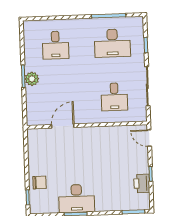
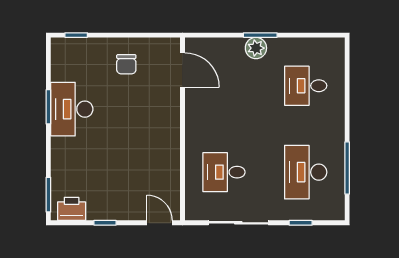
door: (63, 126) -> (182, 70), moved
door: (149, 138) -> (159, 223), hinge flipped
chair: (39, 182) -> (126, 64), moved
printer: (142, 183) -> (72, 209), moved

